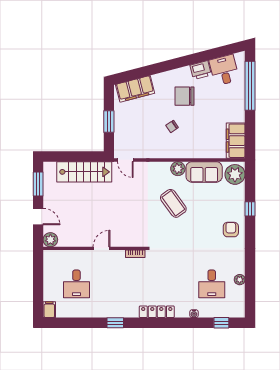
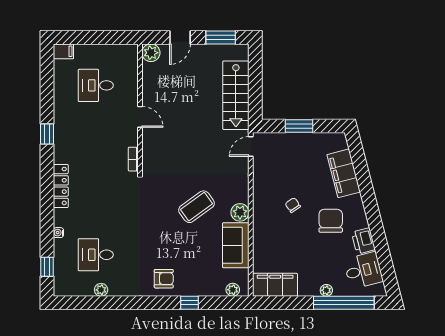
filing cabinet: (135, 89) -> (344, 173), moved
plant: (240, 100) -> (326, 290), added
plant: (235, 174) -> (233, 290), width x0.53, depth x0.53

